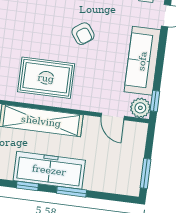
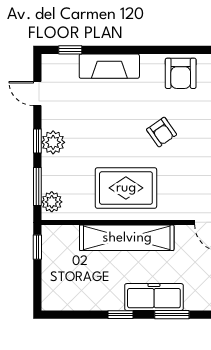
freezer: (49, 170) -> (154, 297), width x0.73, depth x0.79

